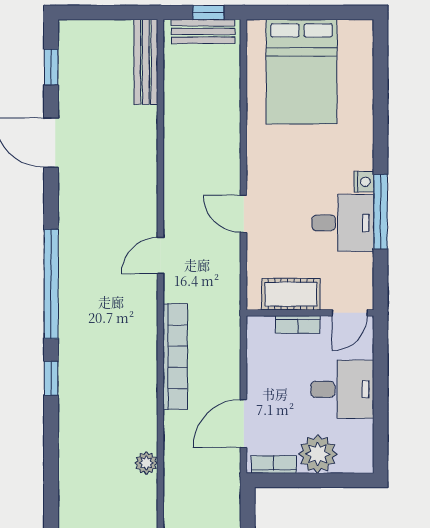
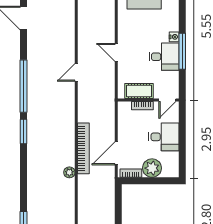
bookcase: (175, 357) -> (83, 148), moved
window: (51, 378) -> (24, 132), width x1.50

